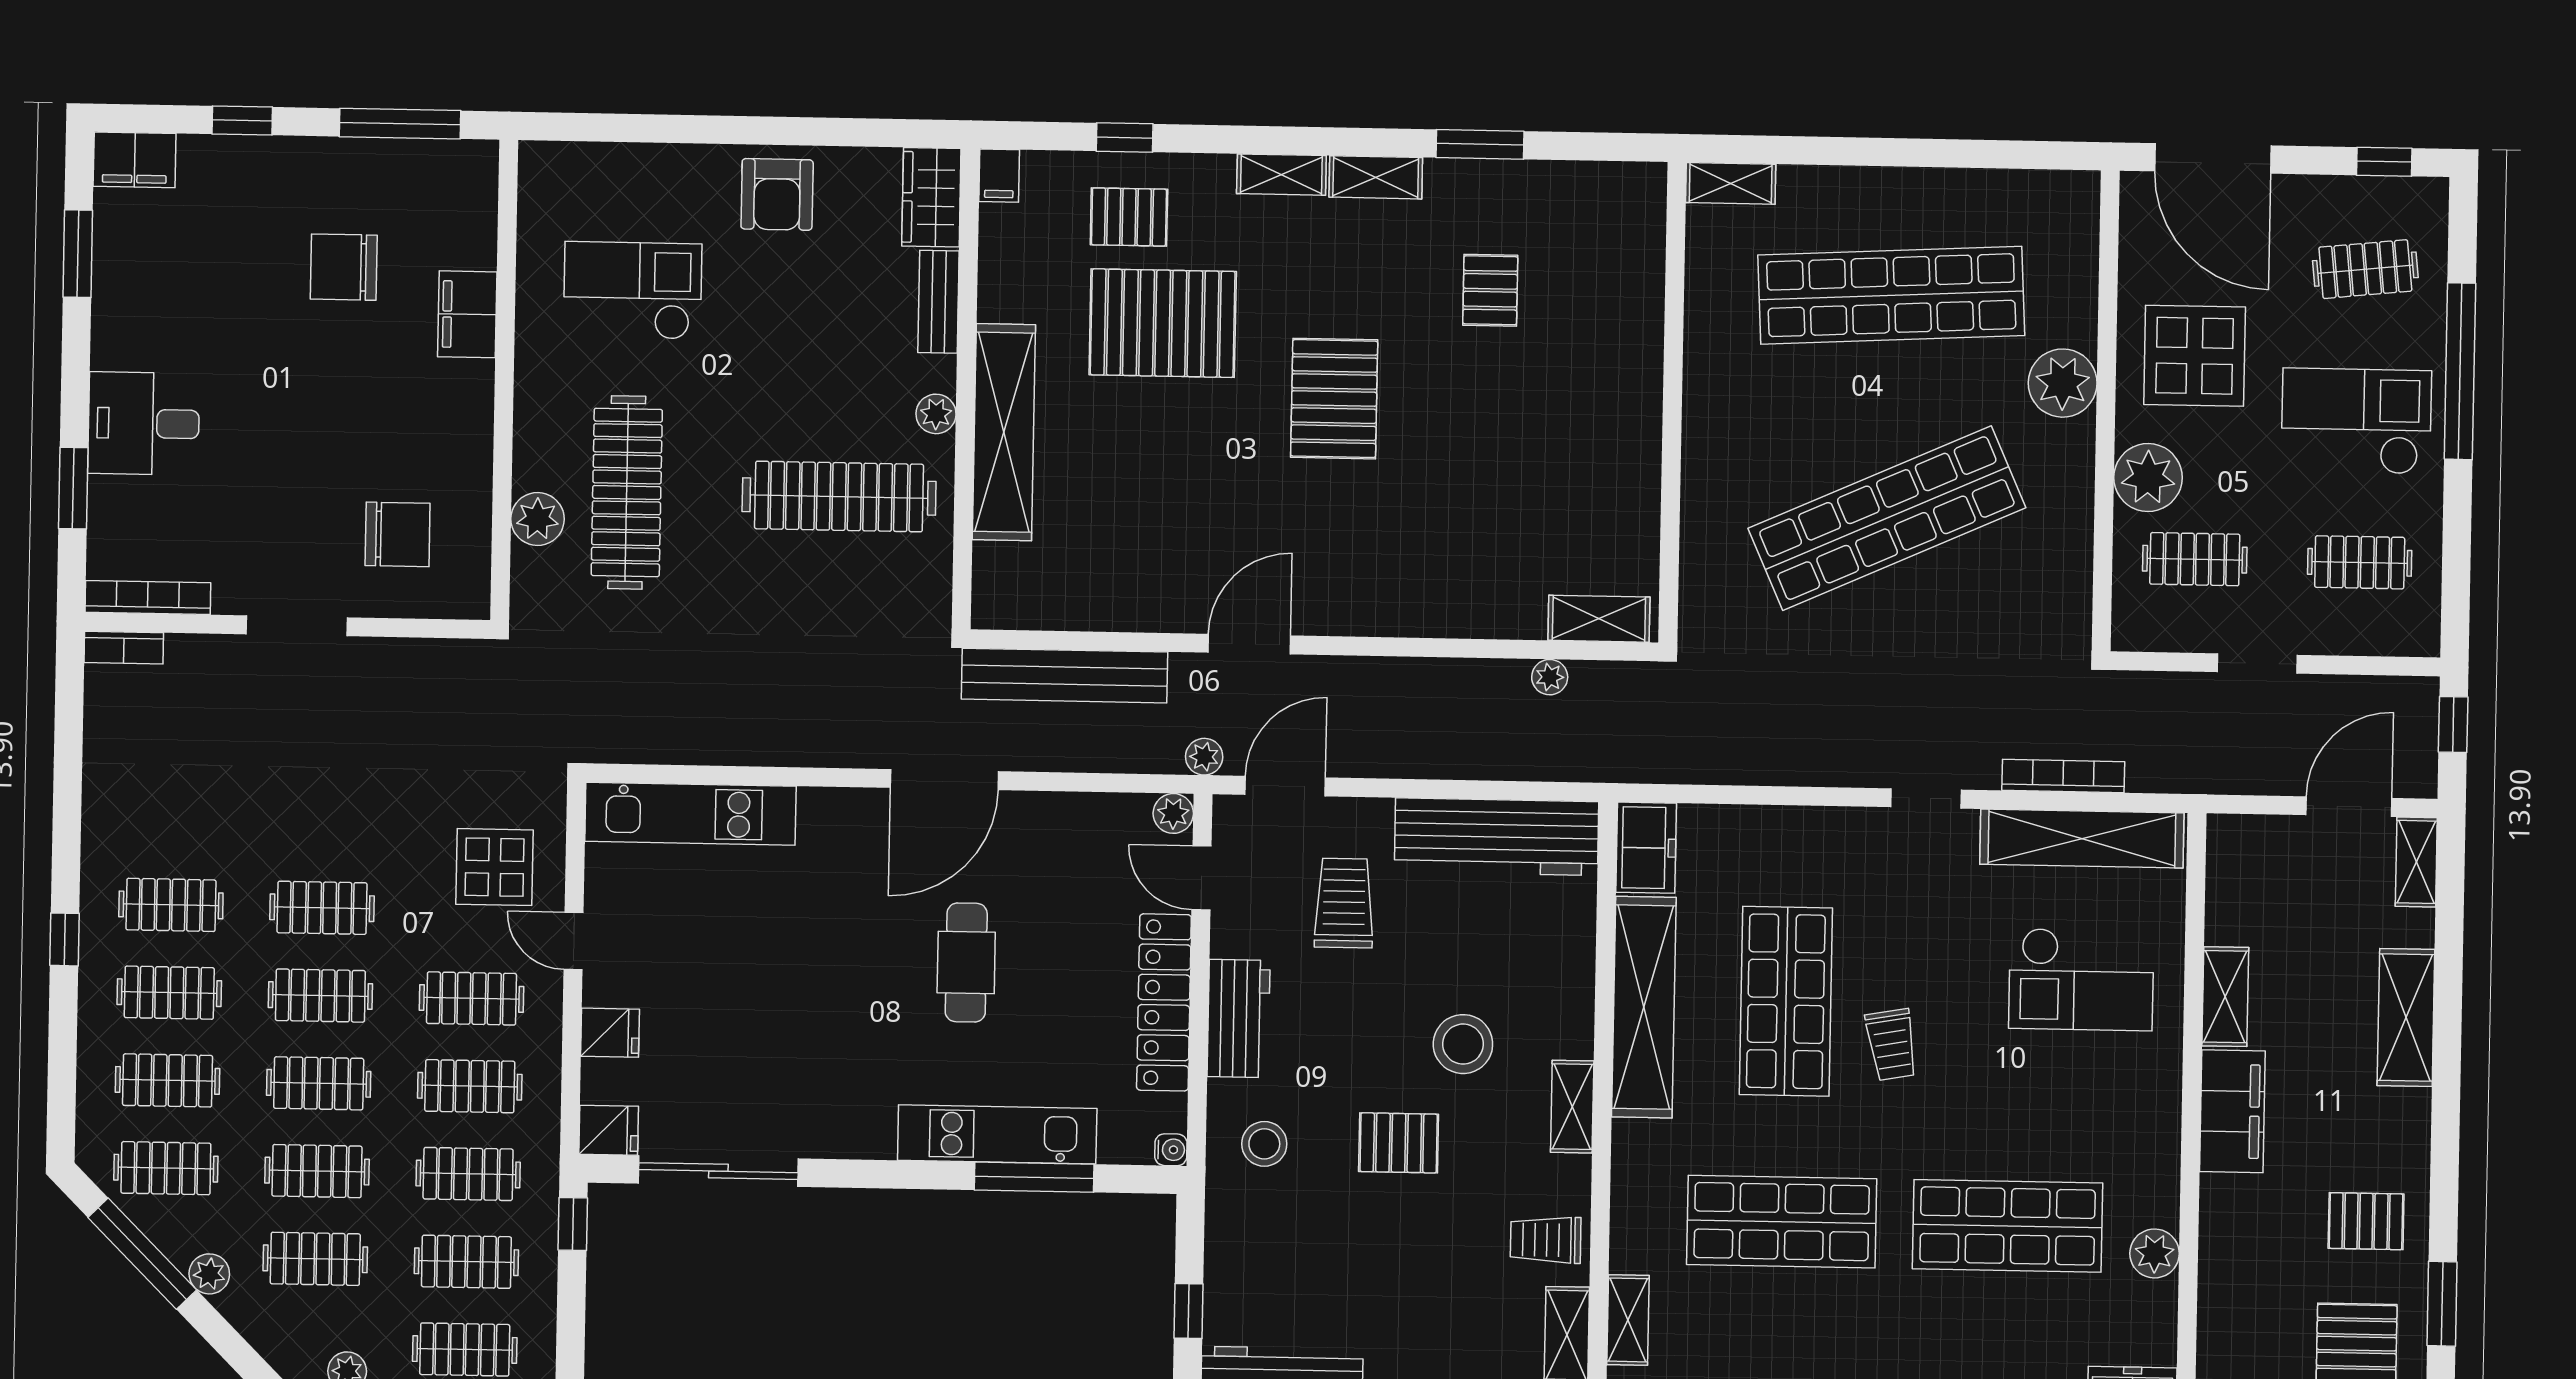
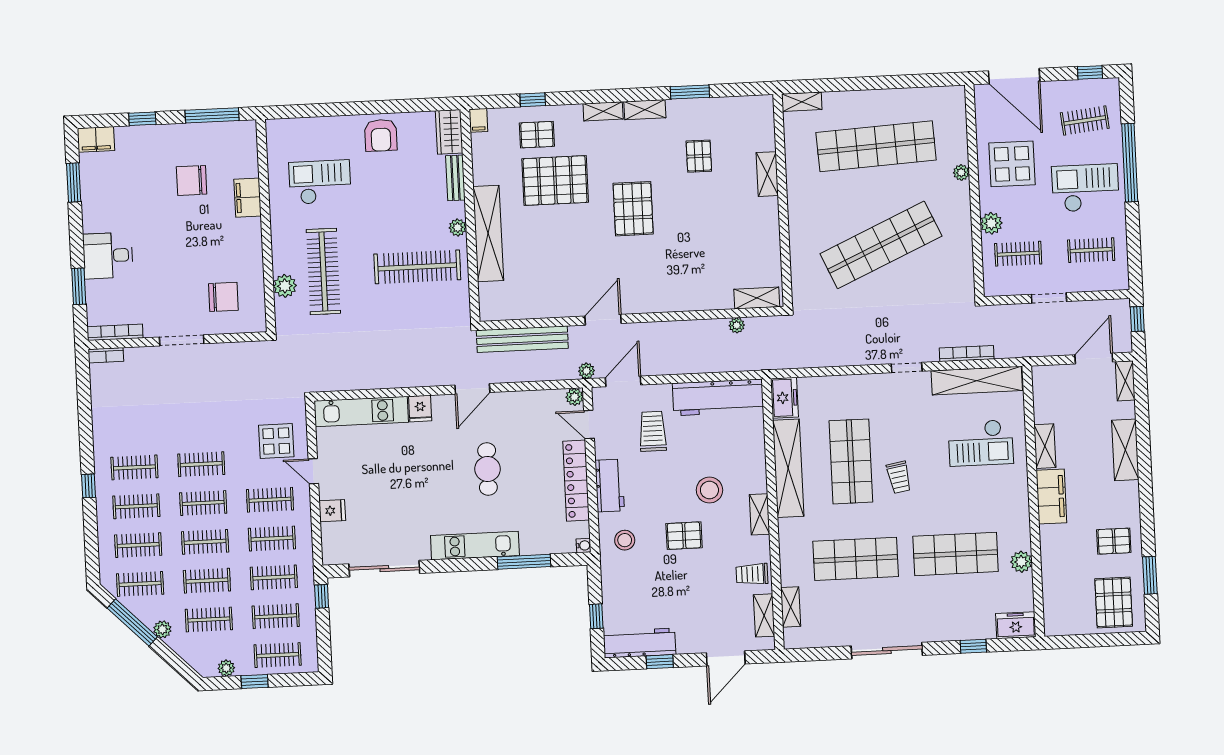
shelving: (1642, 341) -> (767, 174), added
plant: (2063, 383) -> (961, 172), width x0.53, depth x0.53
plant: (2148, 478) -> (991, 223), width x0.73, depth x0.73
door: (944, 780) -> (472, 389), width x0.73
fridge: (609, 1130) -> (420, 409), moved, turned 90
kitchen unit: (997, 1134) -> (475, 546), moved

